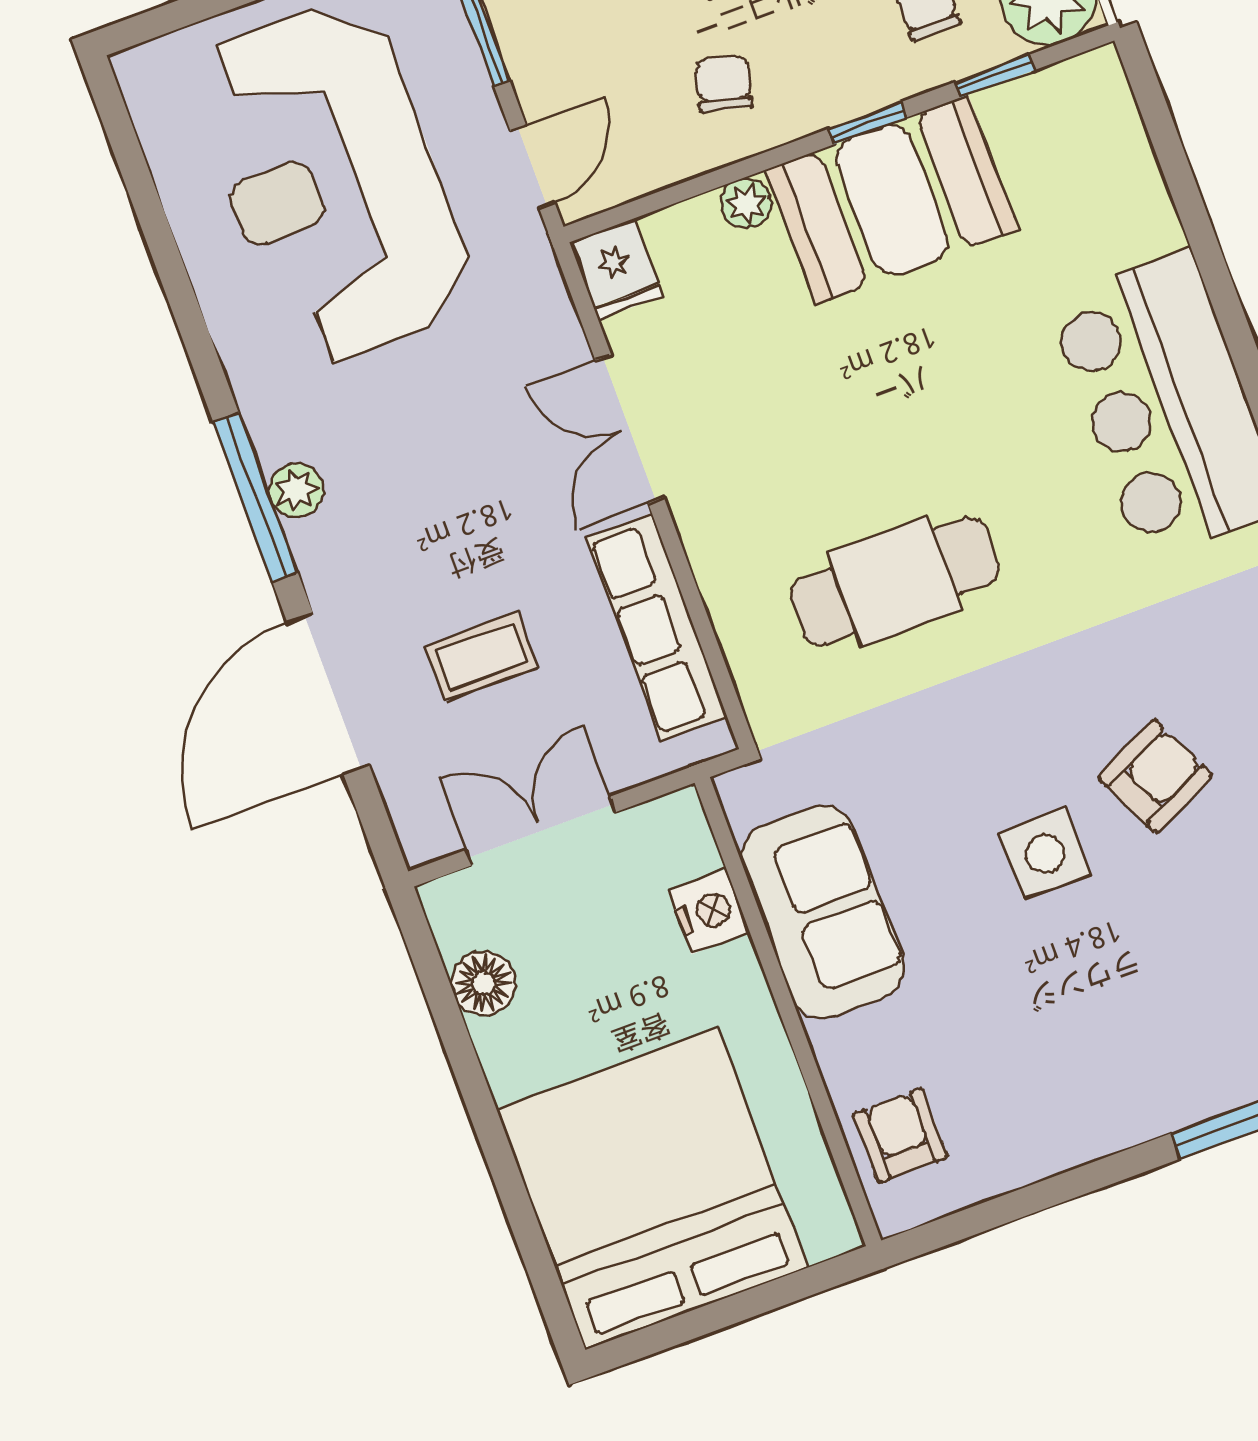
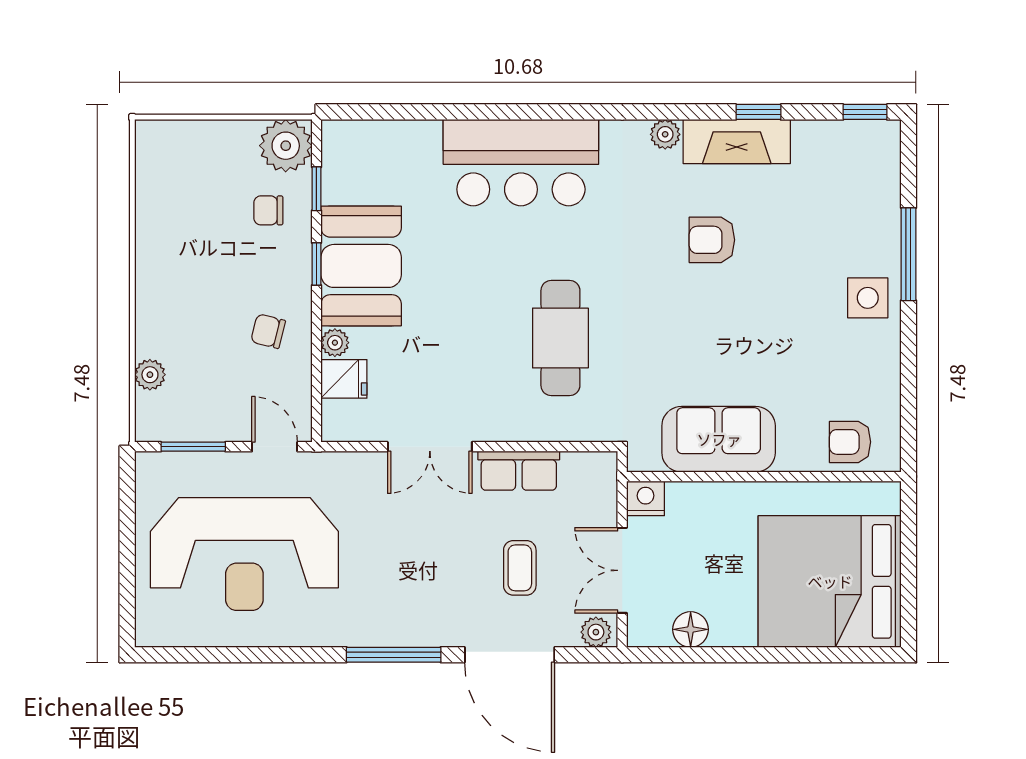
fridge: (616, 269) -> (344, 379), moved
plant: (296, 490) -> (596, 632), moved
row of seats: (657, 627) -> (519, 471), width x0.68
armchair: (1155, 776) -> (712, 240), turned -64
side table: (1045, 854) -> (868, 298), moved
nightstand: (709, 912) -> (646, 498), moved

